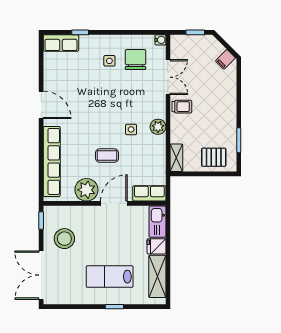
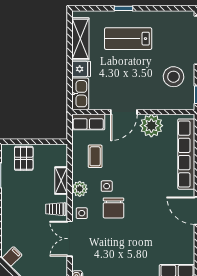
chair: (135, 60) -> (113, 208), moved
side table: (109, 61) -> (82, 213), moved
coffee table: (107, 156) -> (95, 156), moved, turned 90
pallet: (214, 157) -> (24, 158), turned 90
shelving: (176, 158) -> (61, 181), moved
lab bench: (110, 277) -> (128, 39), turned 180

